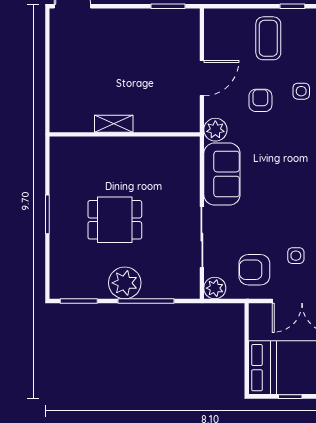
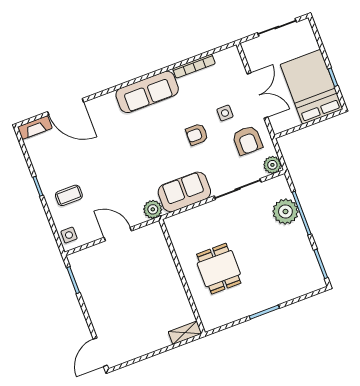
coffee table: (268, 38) -> (69, 195), width x0.73, depth x0.77
side table: (301, 91) -> (69, 235), moved
armchair: (260, 100) -> (197, 134), moved
shelving: (114, 124) -> (185, 333), moved, turned 90
dining table: (115, 220) -> (219, 269), moved
plant: (125, 283) -> (285, 212), moved

